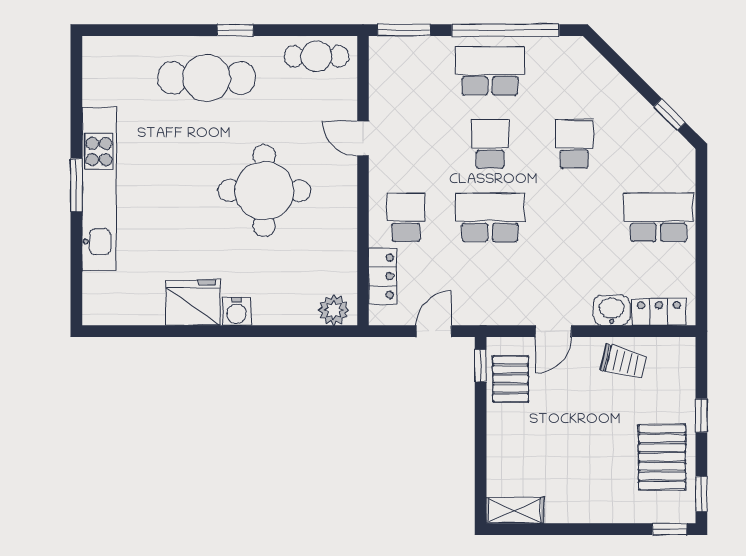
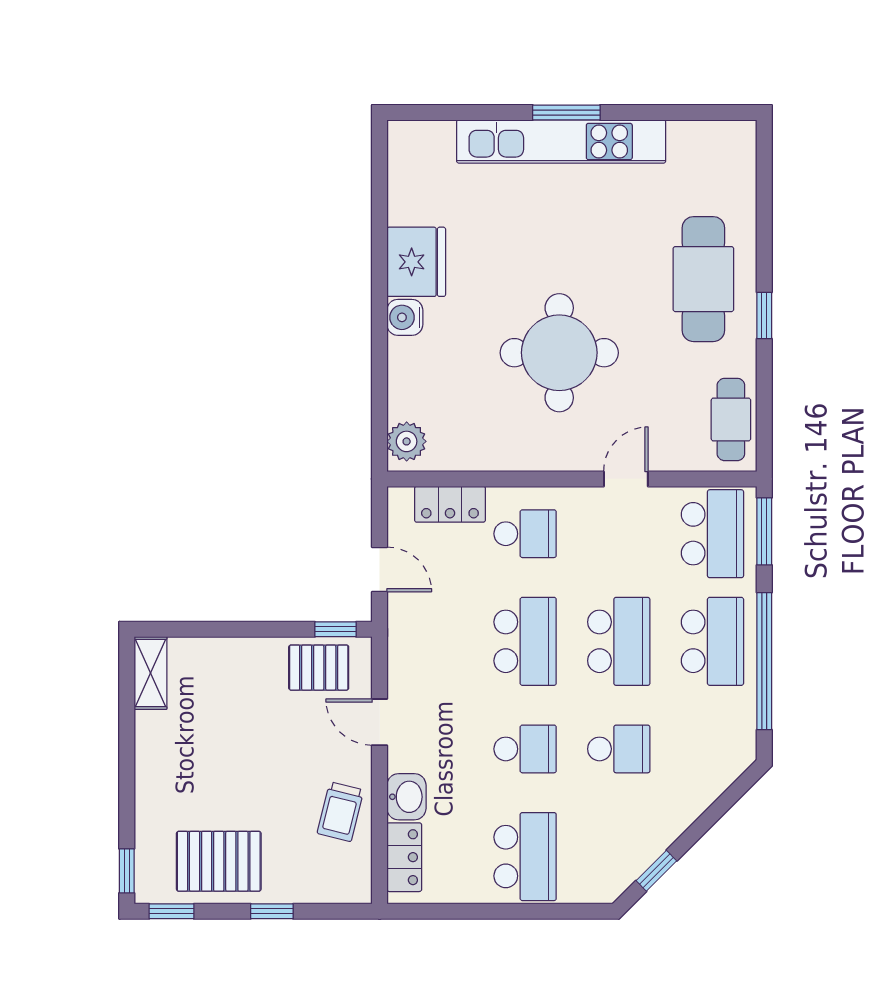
school desk: (406, 71) -> (712, 534), added
school desk: (490, 144) -> (619, 641), width x1.85
school desk: (574, 217) -> (525, 749), added

